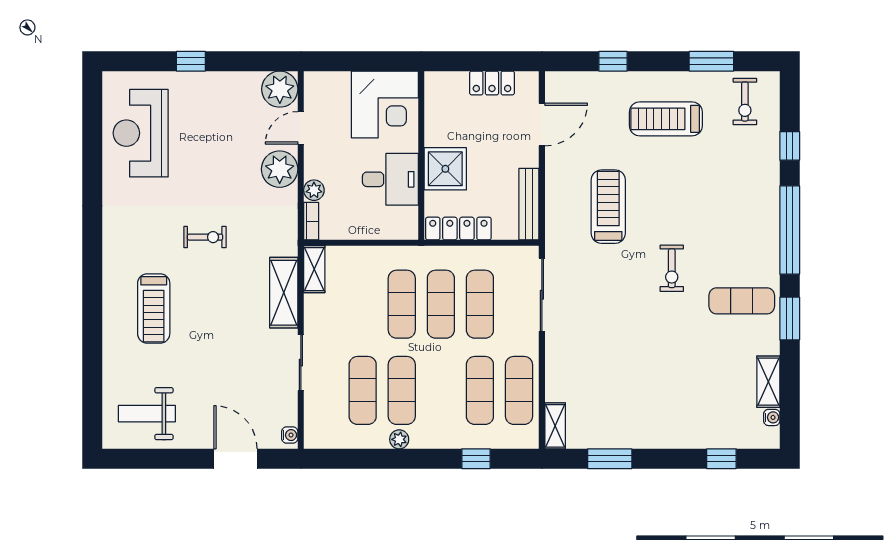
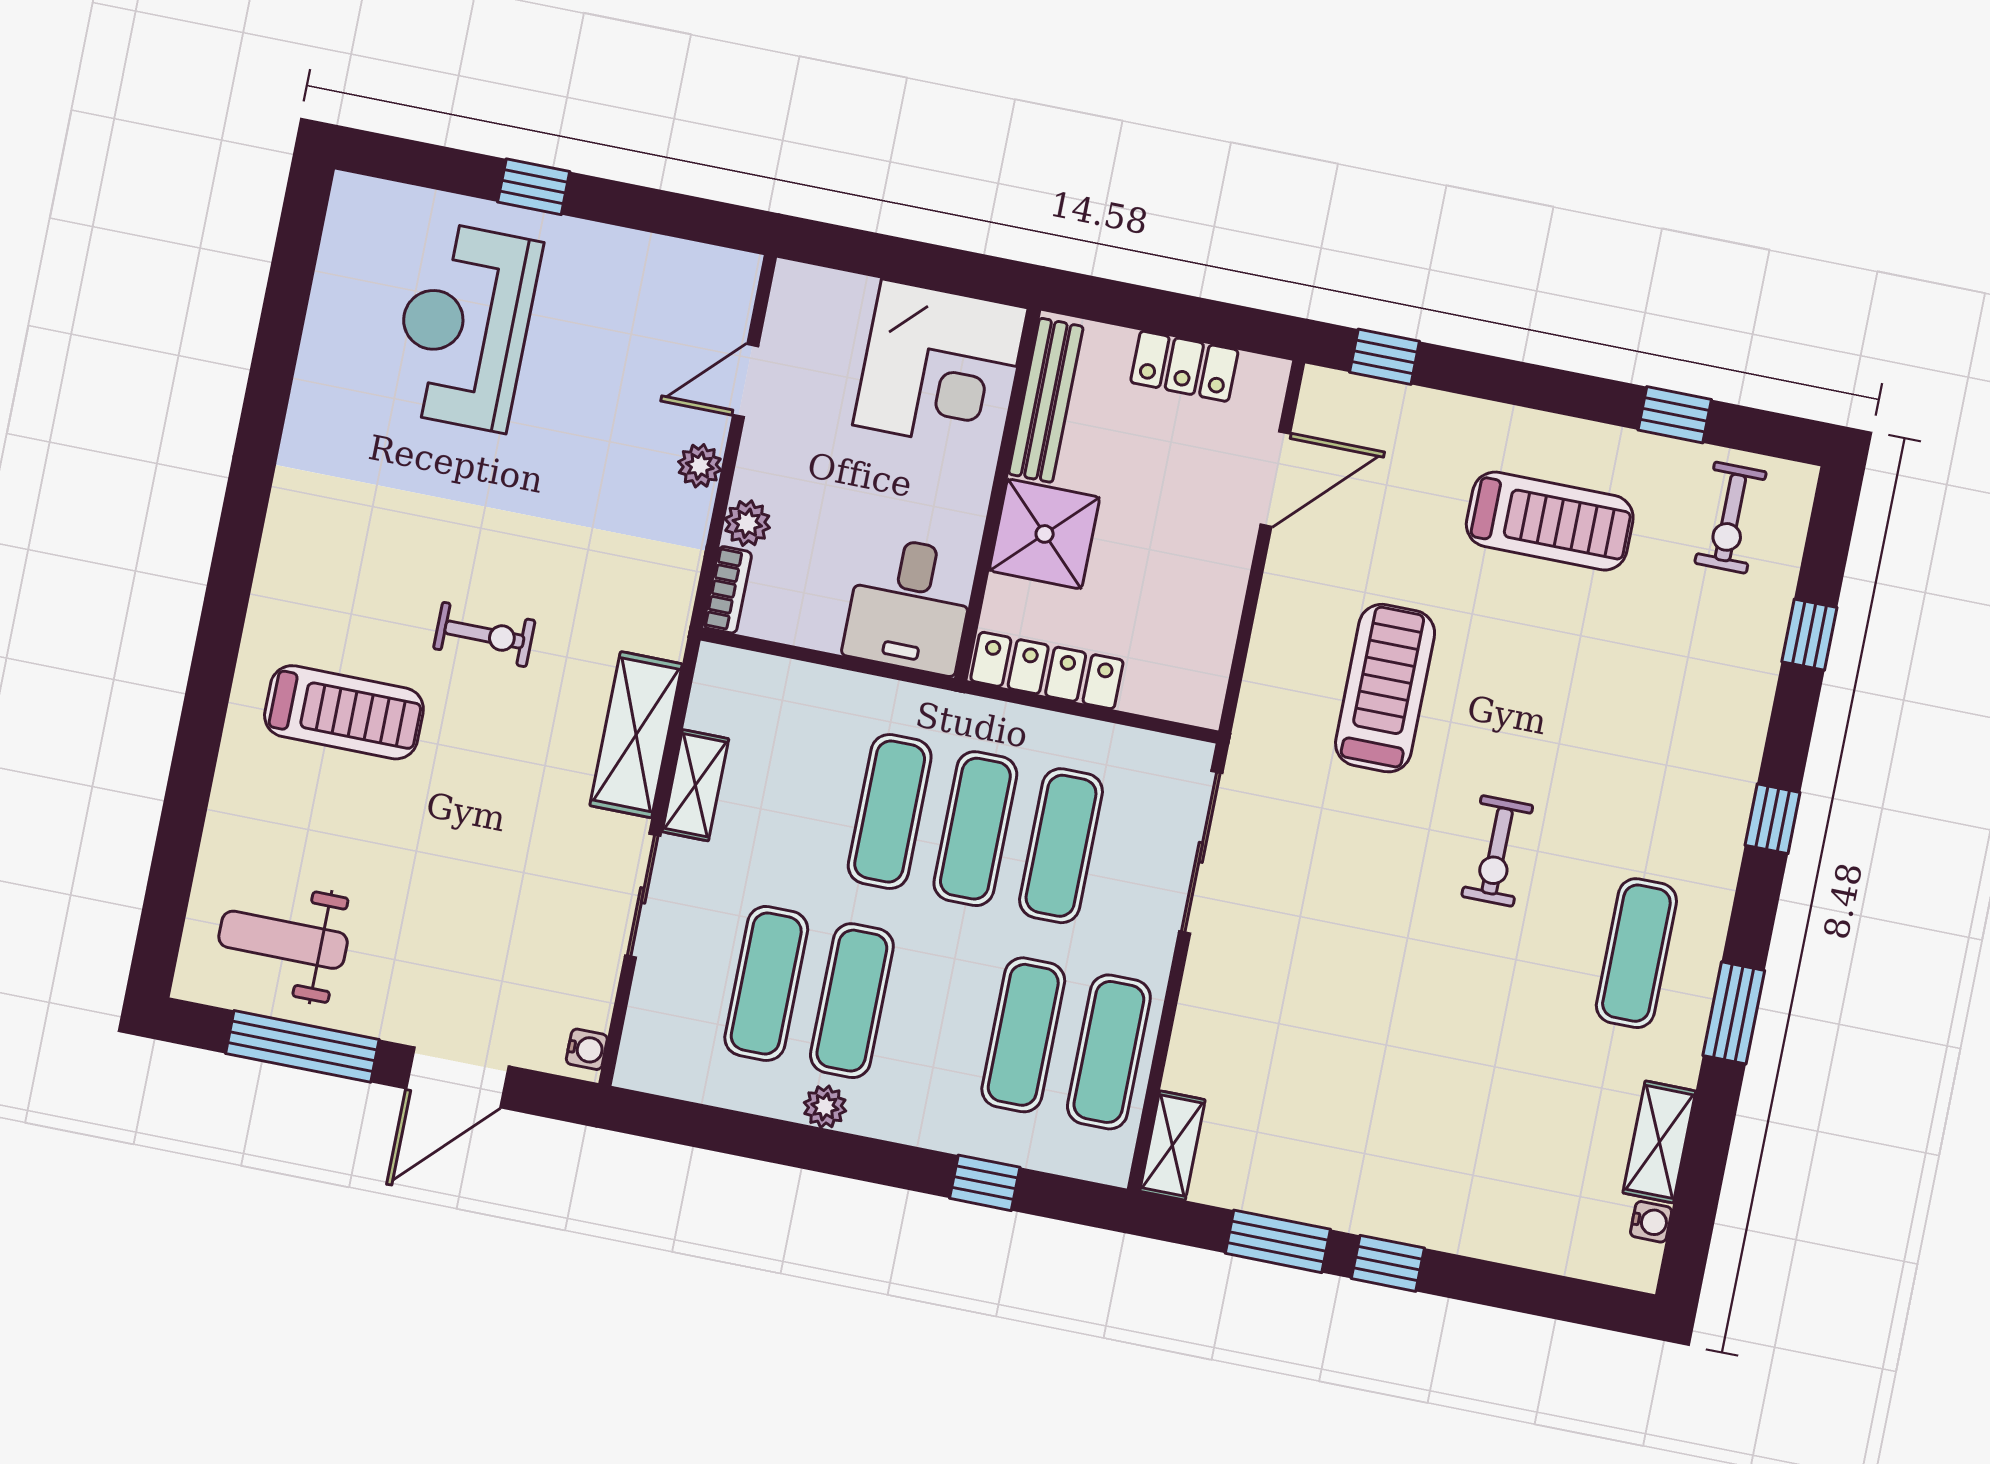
window: (613, 61) -> (1385, 357), moved
window: (711, 61) -> (1675, 415), width x0.67
plant: (280, 89) -> (716, 287), removed
treadmill: (666, 119) -> (1550, 521), turned 180
reception desk: (141, 133) -> (465, 326), moved
plant: (280, 169) -> (700, 466), width x0.53, depth x0.53
desk: (390, 179) -> (910, 605), moved, turned 90
bench: (529, 204) -> (1046, 400), moved
window: (790, 230) -> (1773, 819), width x0.32
exercise bike: (205, 237) -> (484, 635), moved
shelving: (314, 269) -> (695, 785), moved
exercise mat: (742, 301) -> (1636, 953), turned 90
treadmill: (154, 308) -> (344, 712), turned -90
window: (165, 459) -> (302, 1046), added
door: (235, 459) -> (457, 1077), swing flipped
window: (721, 459) -> (1388, 1263), moved

